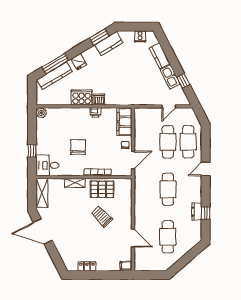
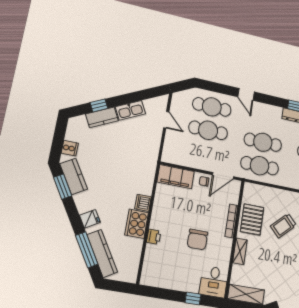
cooker: (140, 36) -> (70, 148), moved
window: (183, 81) -> (99, 105), moved
printer: (95, 112) -> (154, 237), moved
plant: (41, 113) -> (147, 279), removed
chair: (78, 147) -> (197, 239), turned -90
door: (133, 160) -> (223, 176), swing flipped
cafe table: (148, 189) -> (260, 166), added

